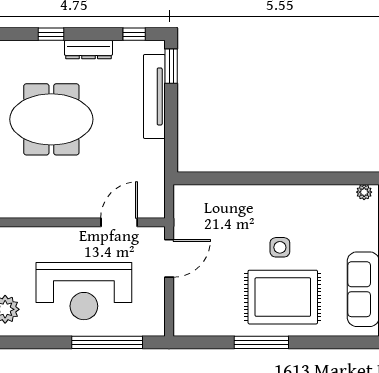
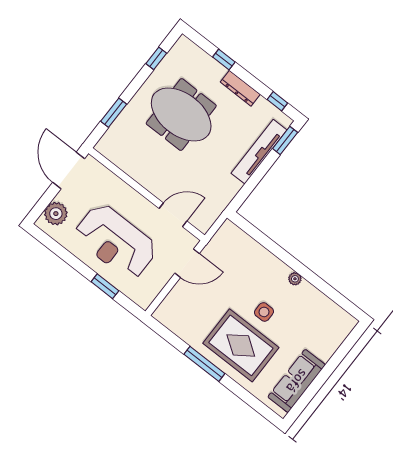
plant: (364, 192) -> (295, 279), moved
window: (107, 342) -> (105, 286), width x0.47

